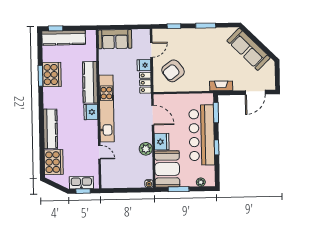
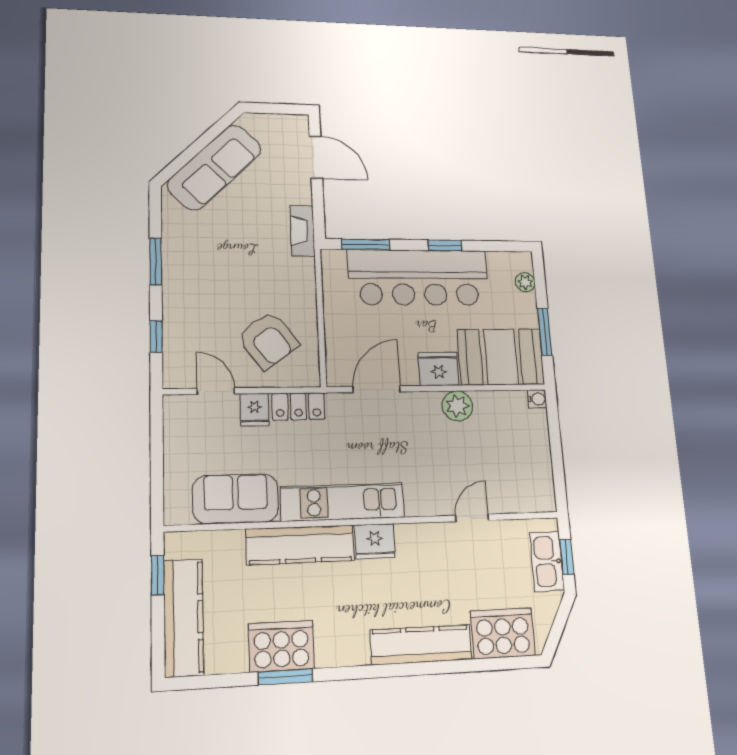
window: (56, 28) -> (158, 575), moved
sofa: (115, 39) -> (236, 499), moved, turned -90
kitchen unit: (107, 108) -> (342, 502), width x0.73

